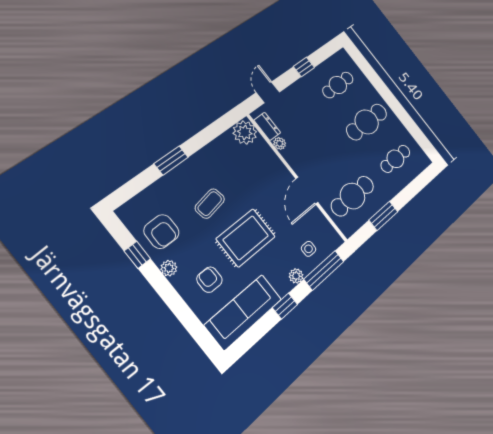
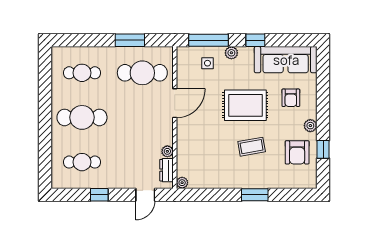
plant: (245, 132) -> (182, 183), width x0.53, depth x0.53
armchair: (162, 232) -> (297, 152), turned 180

